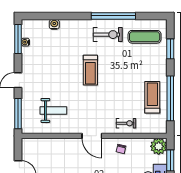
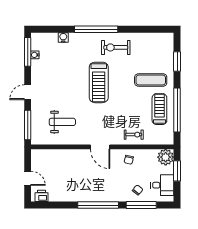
window: (113, 16) -> (96, 29), moved
exercise bike: (108, 35) -> (116, 47), turned 180
exercise mat: (145, 37) -> (151, 80), moved
treadmill: (90, 70) -> (99, 82), width x1.37, depth x1.38

